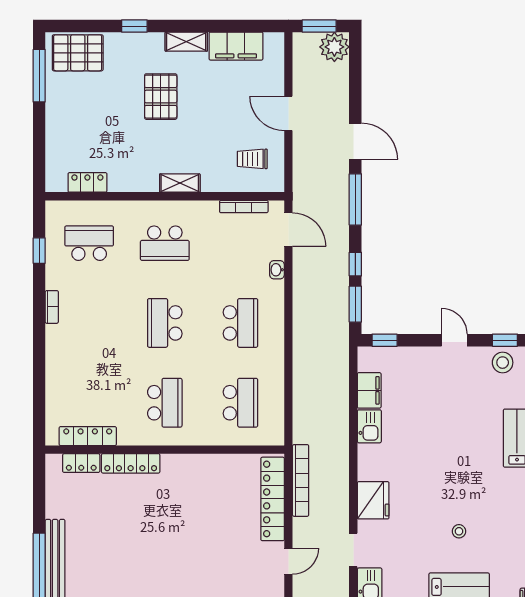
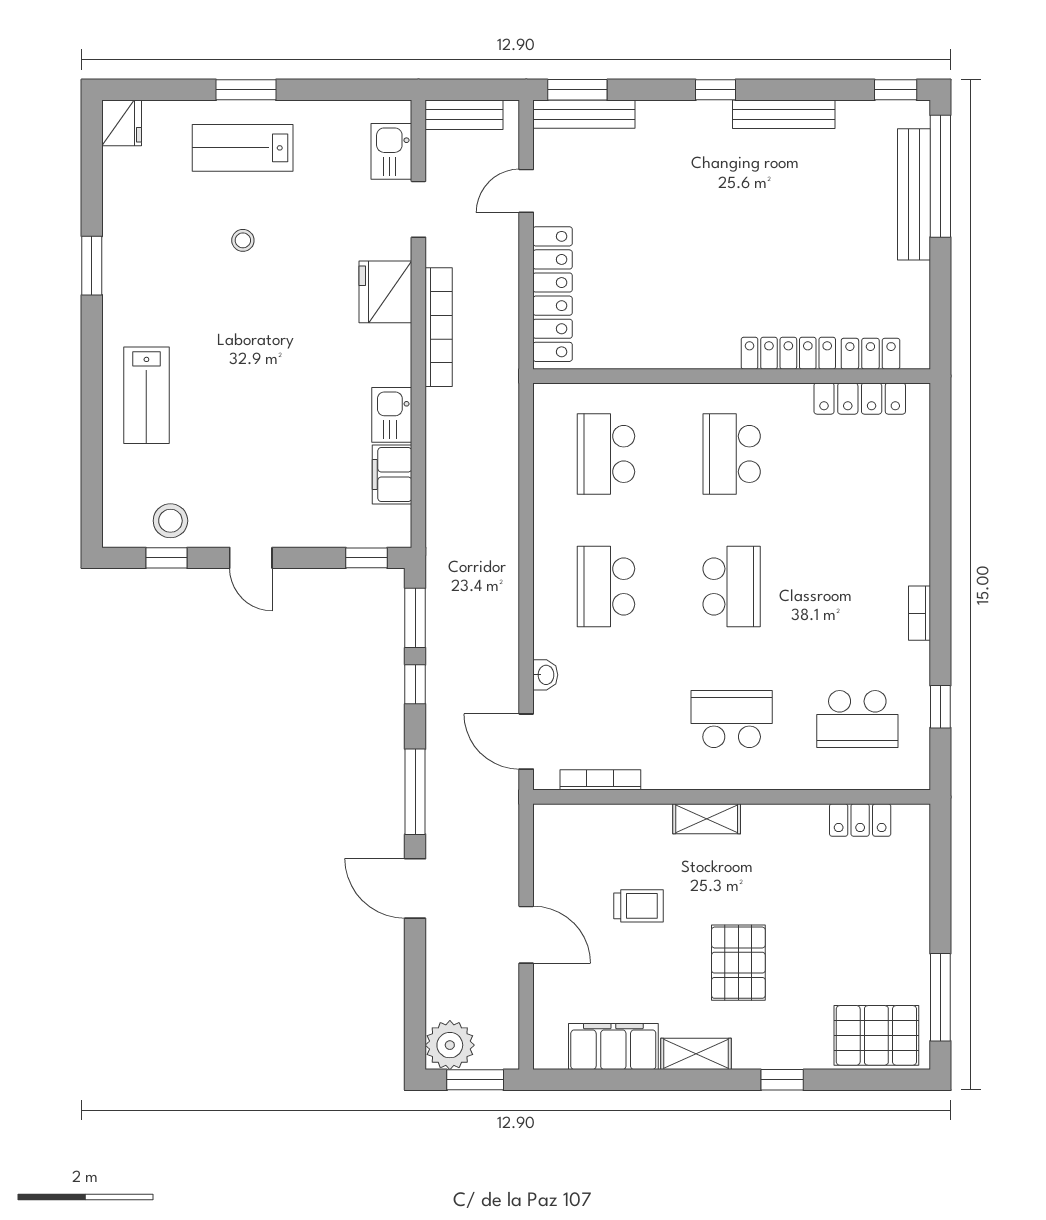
trolley: (252, 159) -> (639, 906), moved
bookcase: (301, 480) -> (439, 327), moved, turned 180

